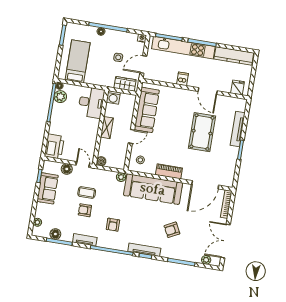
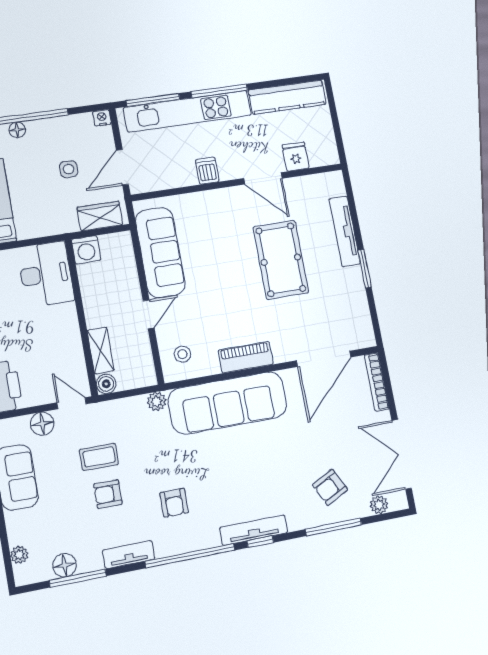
fridge: (237, 87) -> (296, 157), moved
shelving: (107, 128) -> (101, 350), moved
armchair: (172, 230) -> (330, 487), moved

